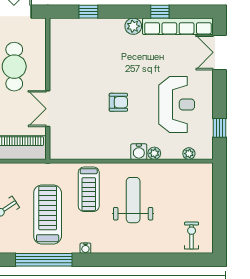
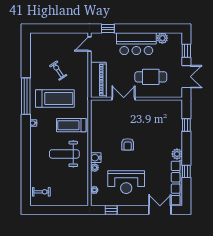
weight bench: (133, 200) -> (64, 154), turned 180

